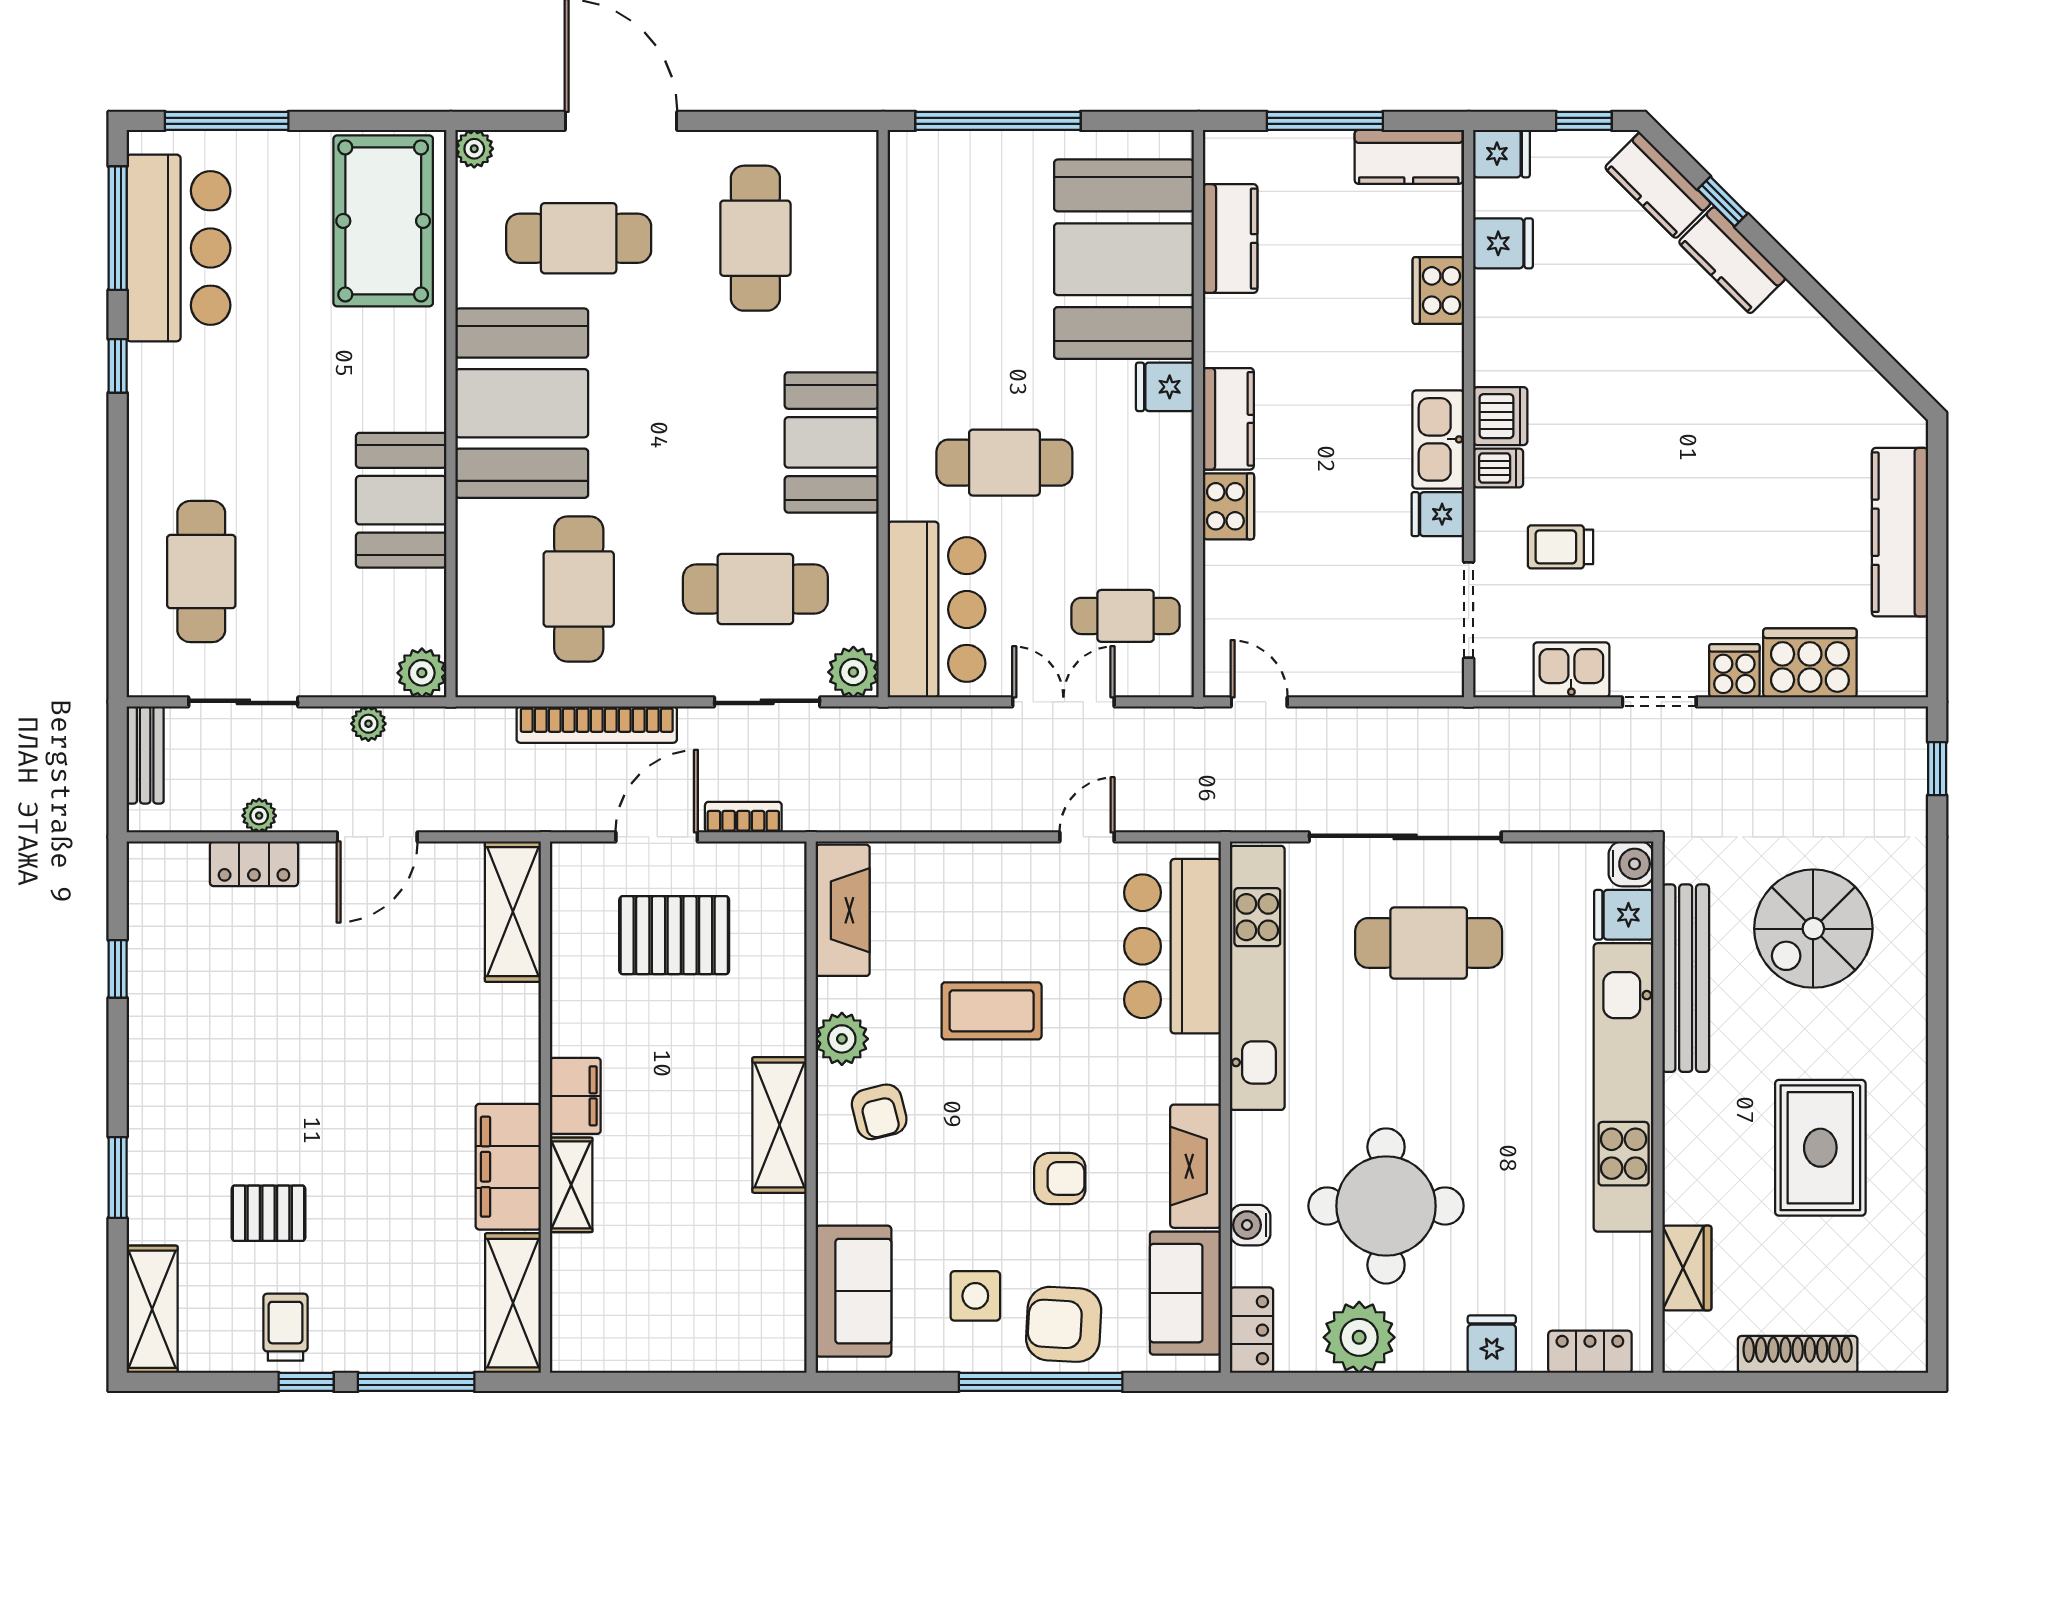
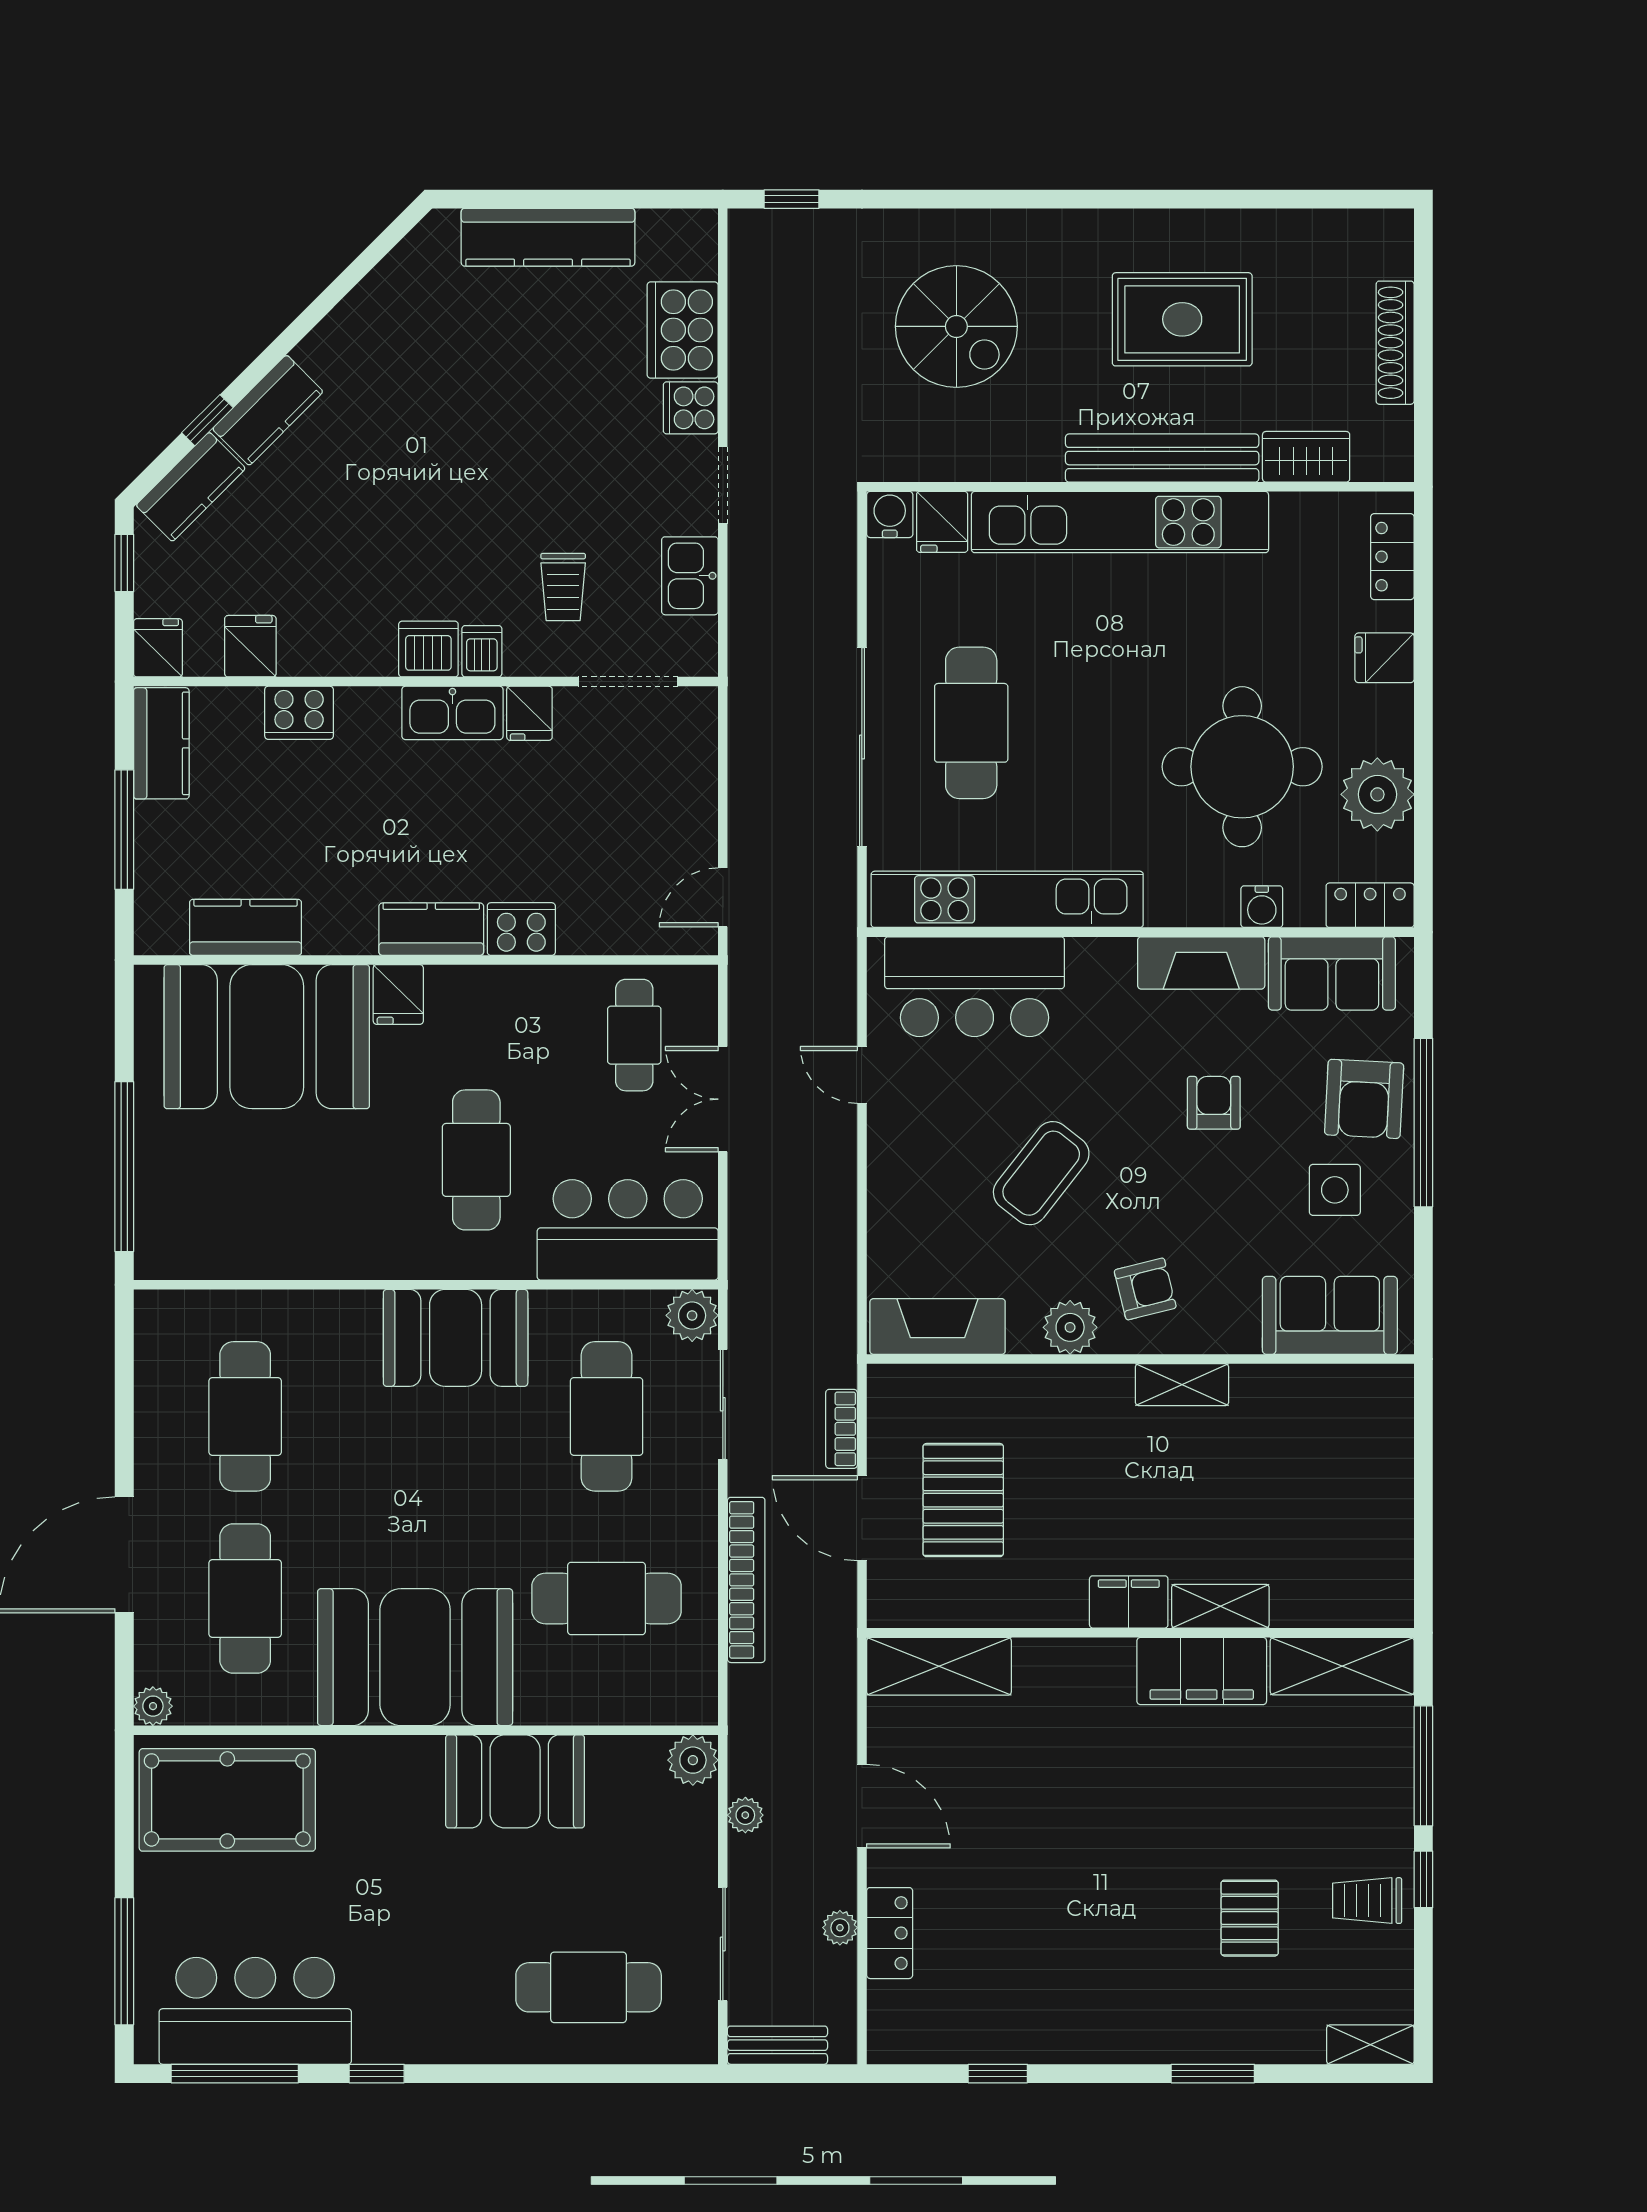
cafe table: (755, 238) -> (245, 1416), turned 90
bench: (1686, 978) -> (1162, 458), moved
coffee table: (992, 1011) -> (1041, 1173), turned 38
shelving: (780, 1125) -> (1182, 1385), width x0.67, depth x0.75
shelving: (152, 1309) -> (1370, 2045), width x0.67, depth x0.75

